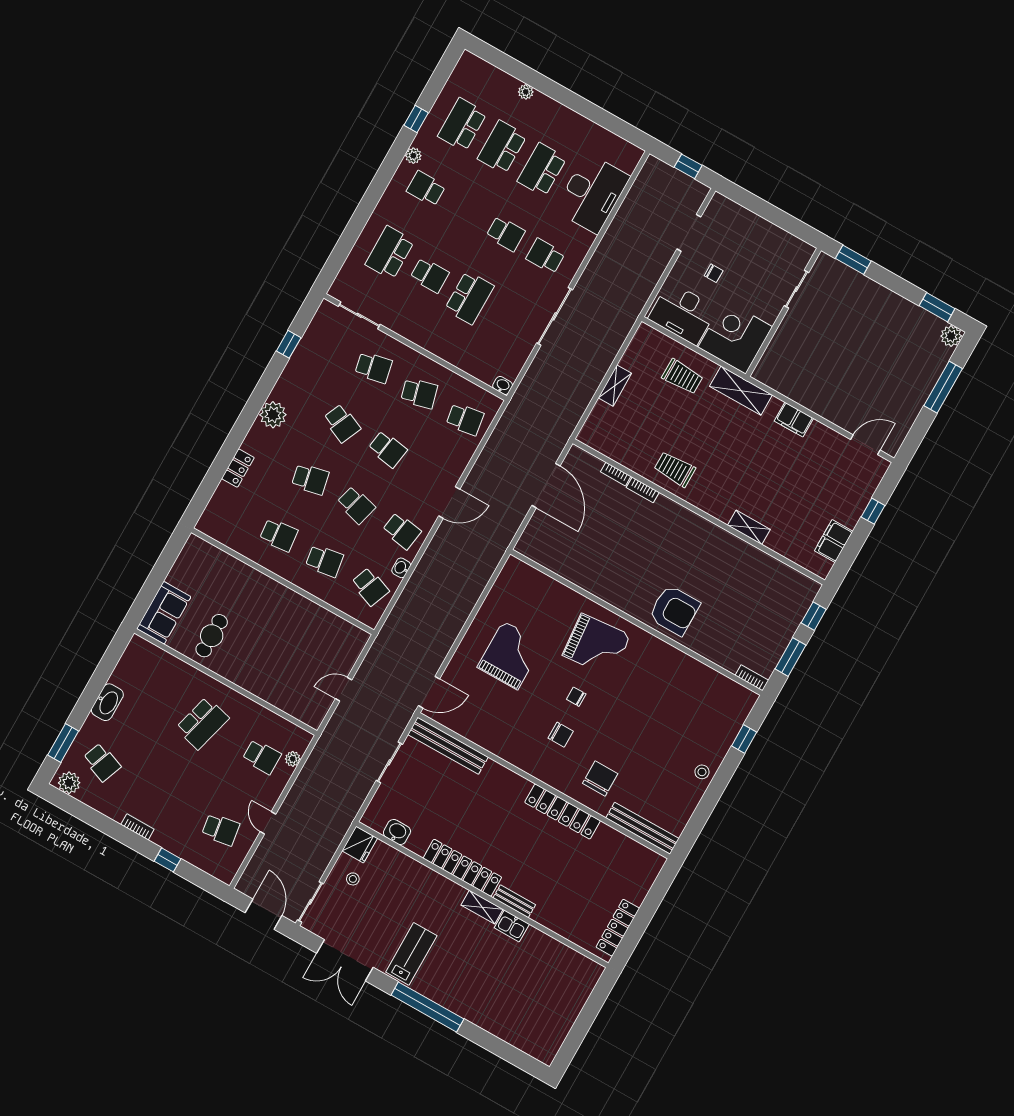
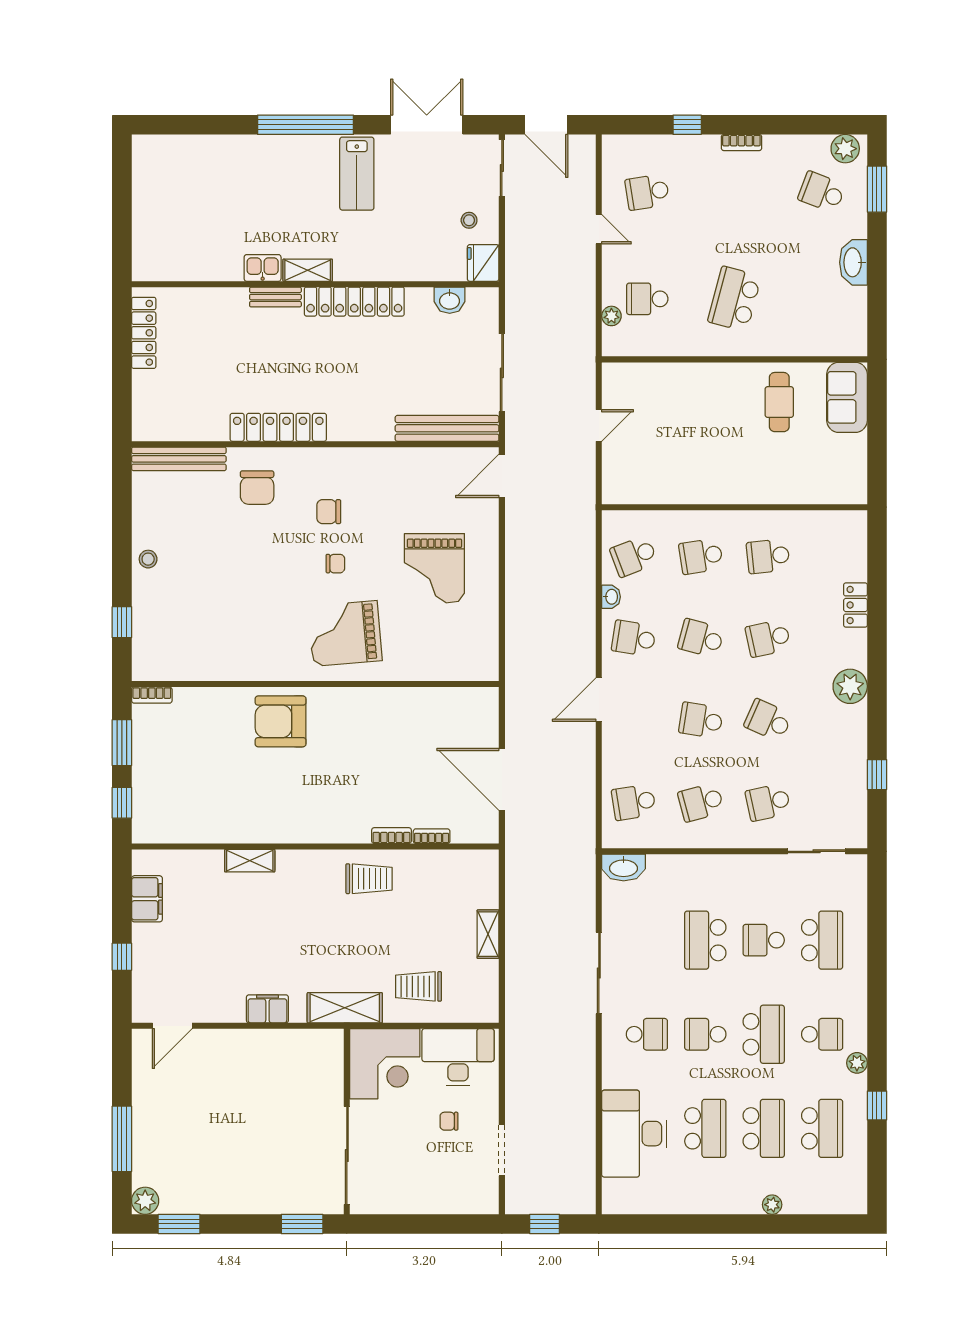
school desk: (466, 211) -> (764, 1034), added
sliding door: (796, 289) -> (347, 1156), width x1.86
washbasin: (503, 385) -> (624, 868), width x1.91, depth x1.45
school desk: (370, 587) -> (634, 556), turned -42
sliding door: (389, 762) -> (502, 373), width x1.37

